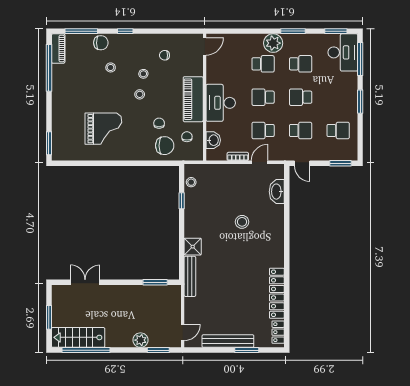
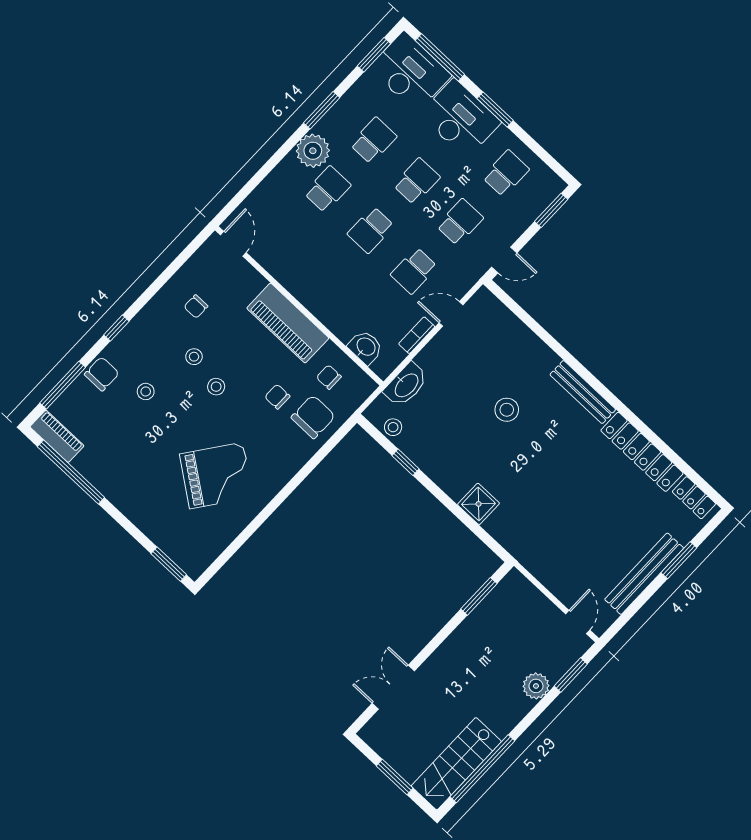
school desk: (301, 97) -> (417, 181), turned 180
desk: (221, 103) -> (460, 118), moved, turned 180
grand piano: (103, 129) -> (216, 476), turned 36
door: (260, 162) -> (451, 314), hinge flipped
washbasin: (277, 192) -> (406, 385), moved, turned -90
bench: (190, 276) -> (583, 392), moved

